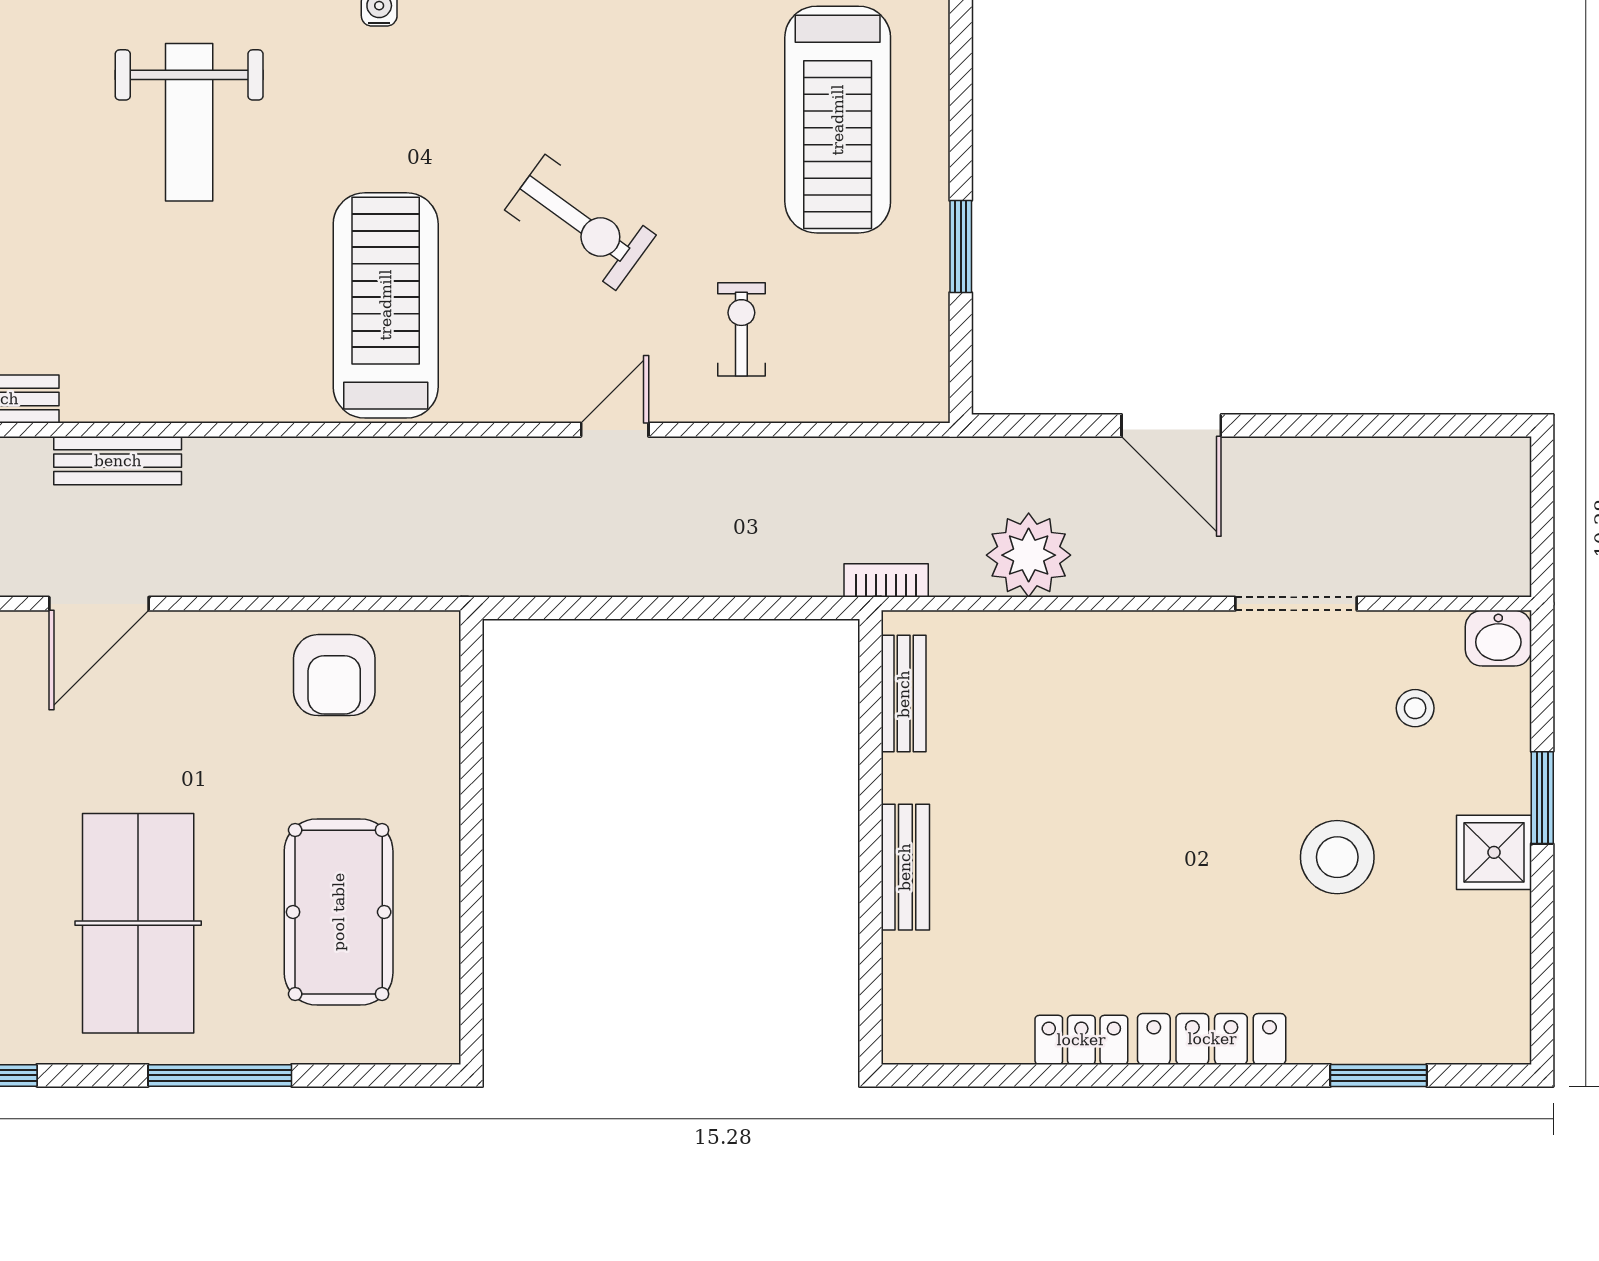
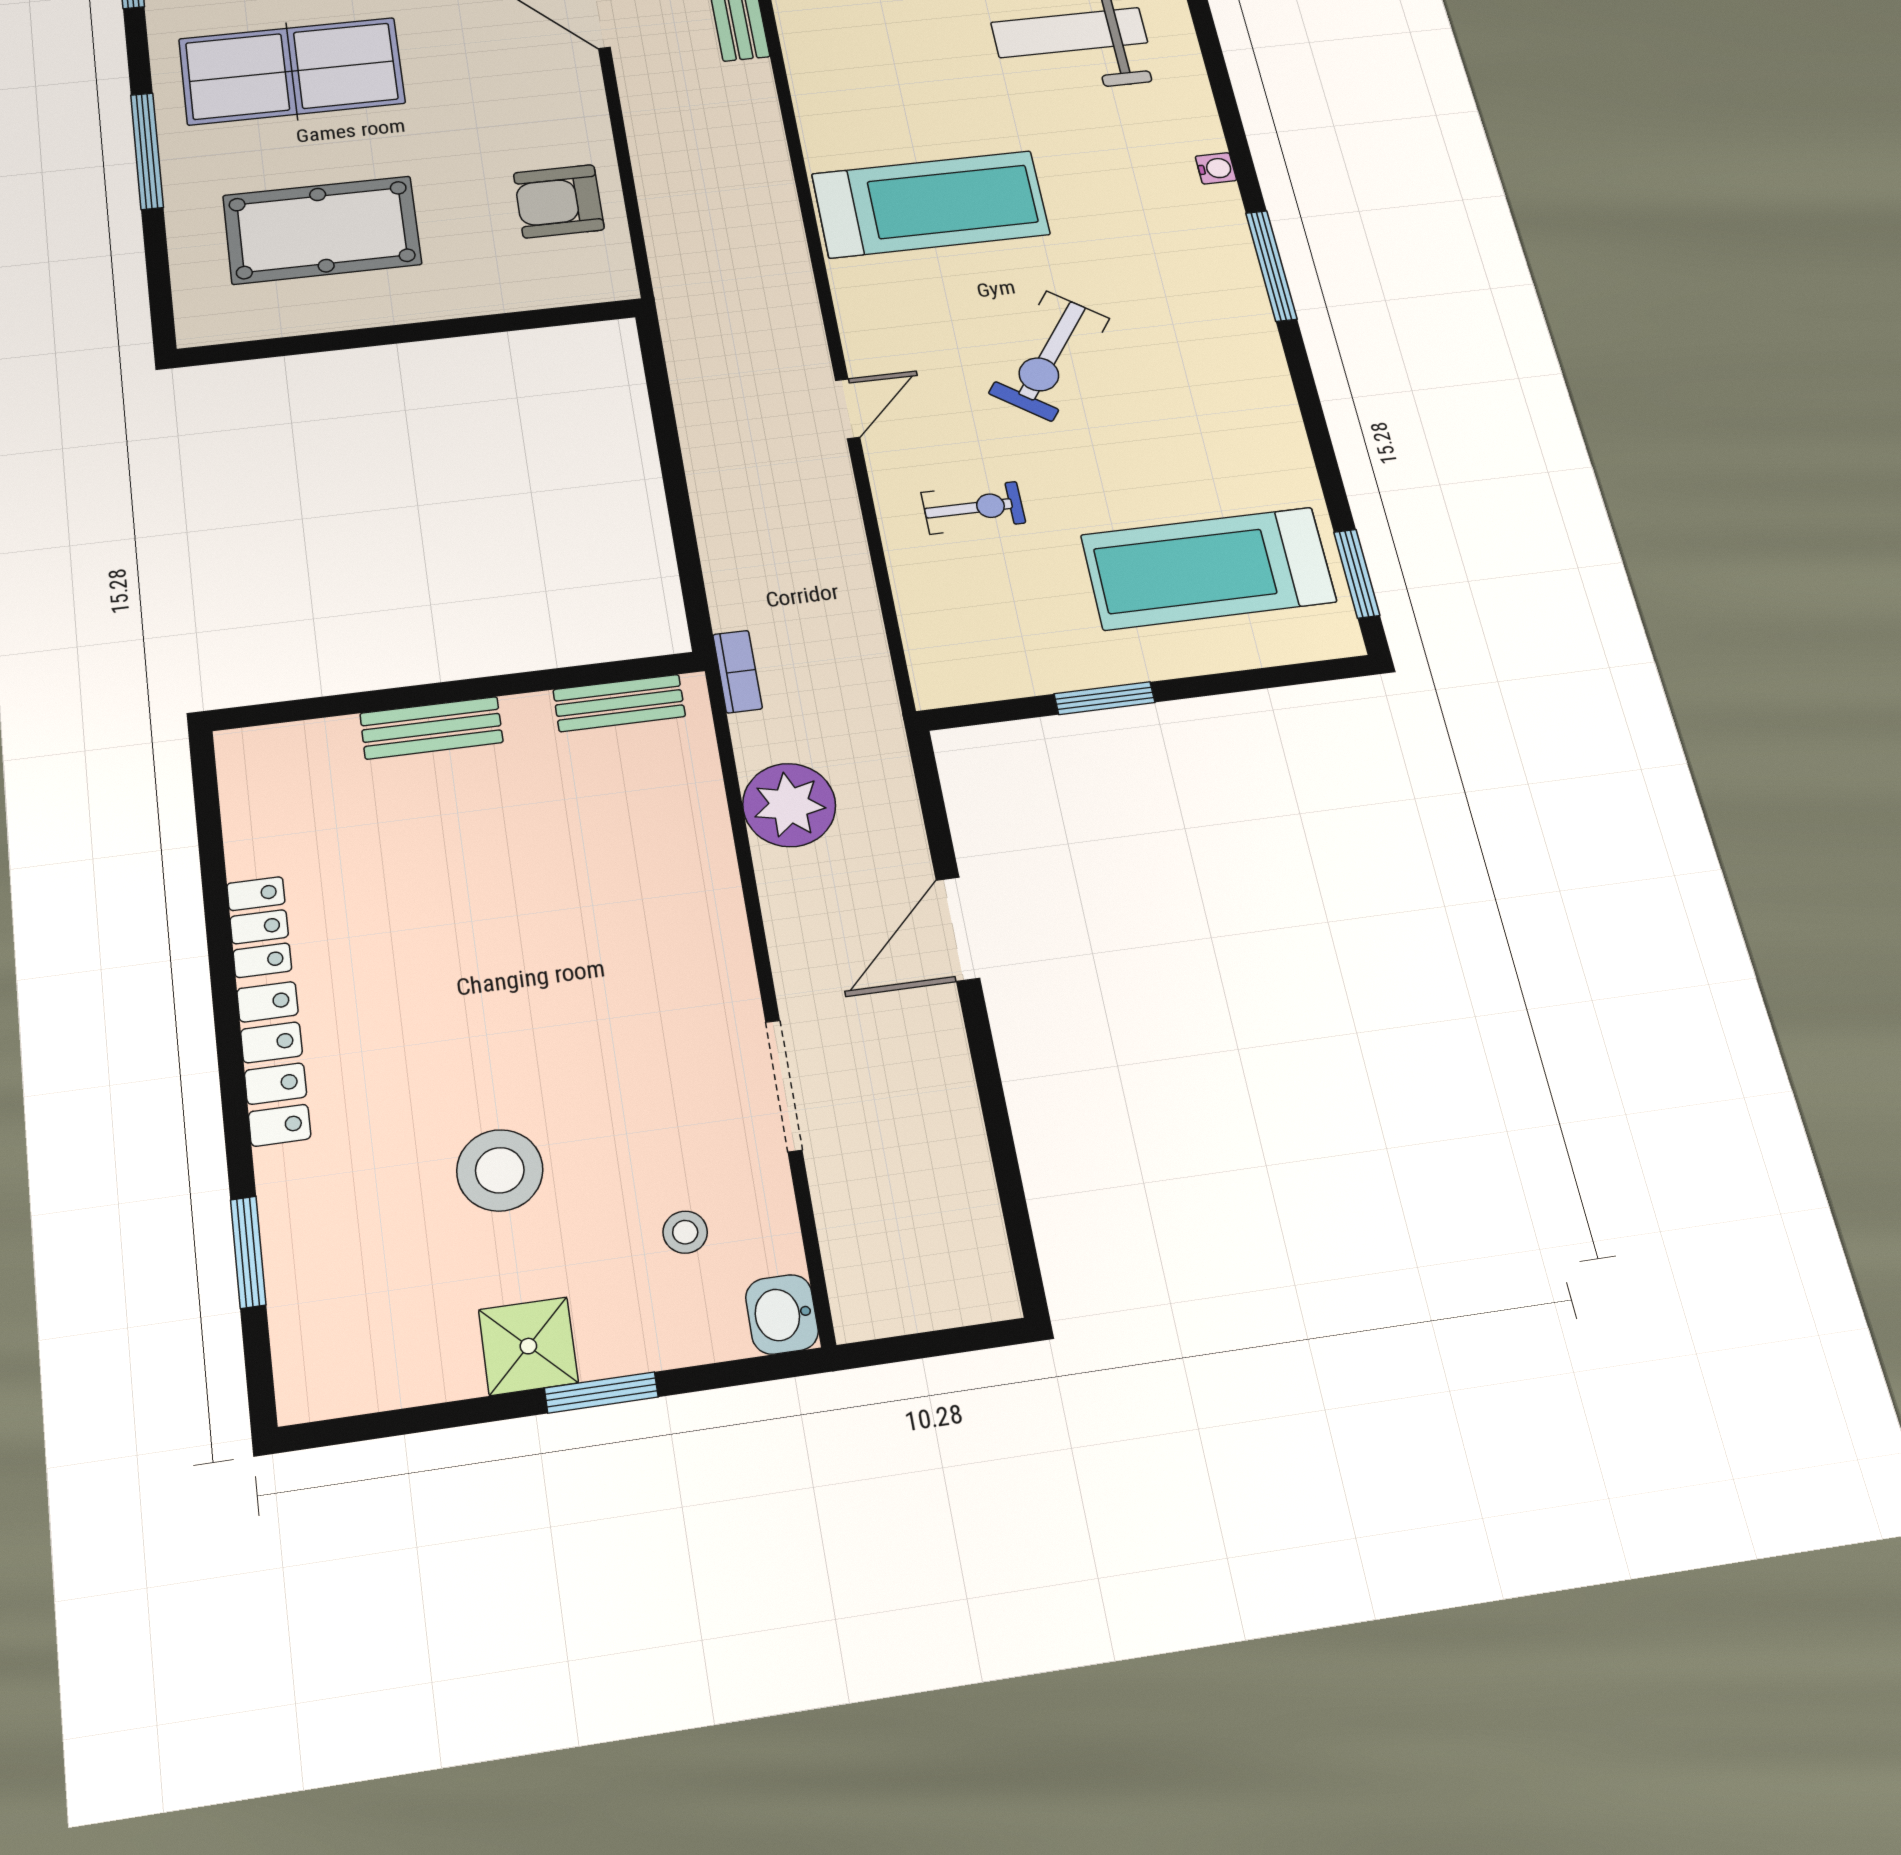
door: (615, 430) -> (848, 409), hinge flipped

